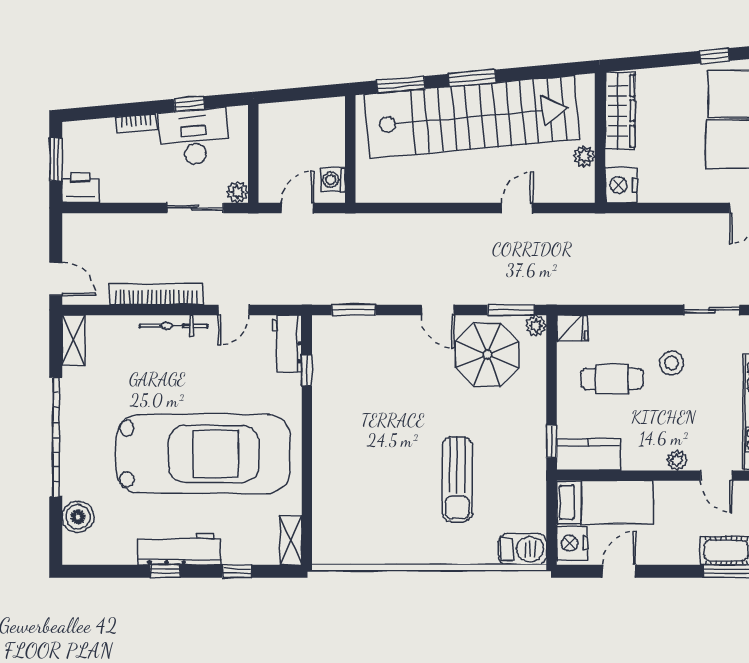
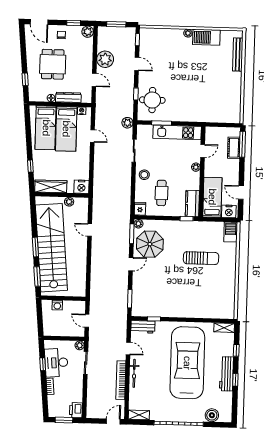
window: (714, 56) -> (30, 166), moved
washing machine: (333, 180) -> (57, 305), moved
stool: (672, 363) -> (144, 175), moved

